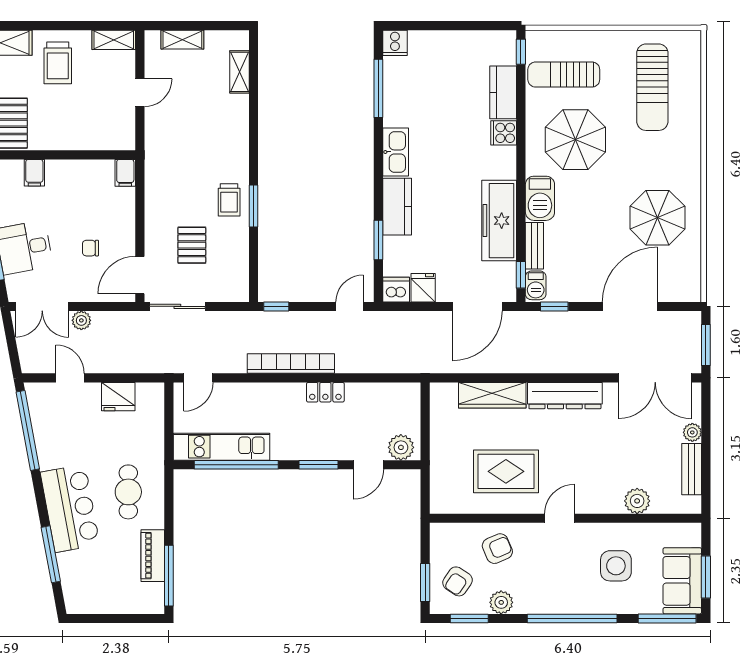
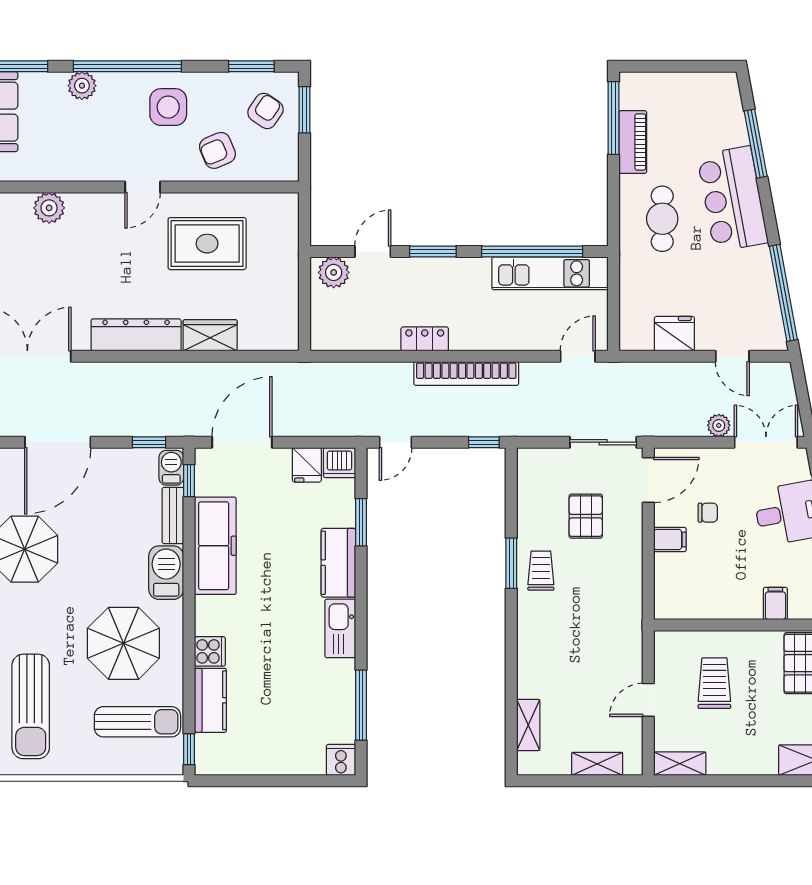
trolley: (58, 63) -> (714, 683), moved
sun lounger: (652, 87) -> (31, 706), turned 180
filing cabinet: (125, 173) -> (670, 540), moved, turned 90
wardrobe: (492, 395) -> (210, 335), width x0.67
side table: (616, 566) -> (168, 107), moved
plant: (501, 602) -> (82, 86), moved

